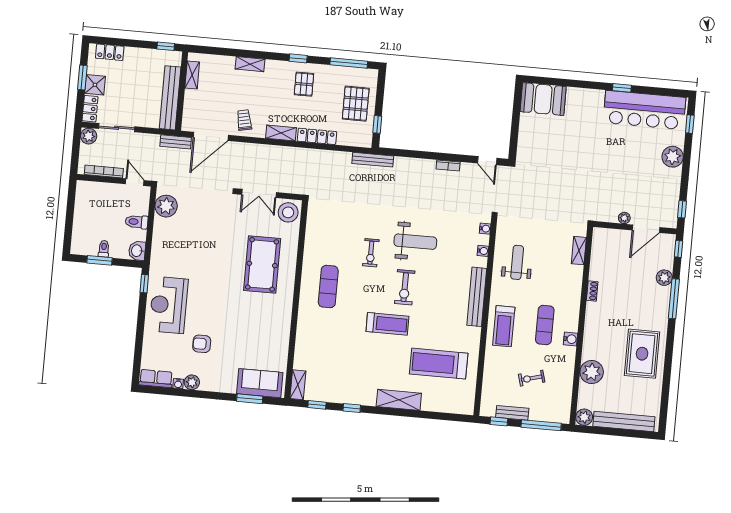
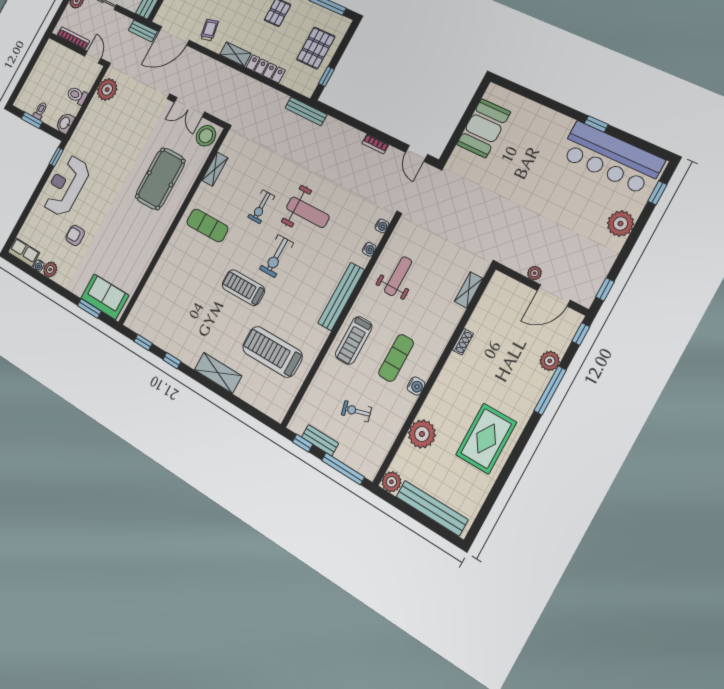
booth: (543, 99) -> (483, 128), moved, turned 90
exercise mat: (328, 287) -> (207, 225), turned 90
treadmill: (387, 324) -> (243, 288), turned 180
shelving: (298, 385) -> (215, 169), moved

